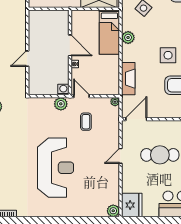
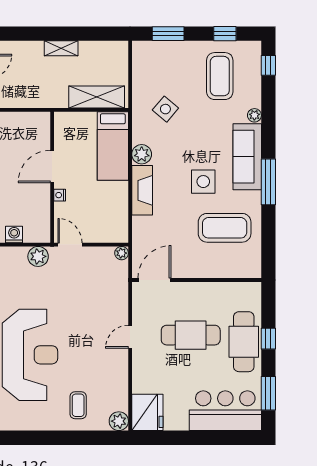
door: (70, 45) -> (52, 167), swing flipped
fireplace: (128, 79) -> (142, 190), moved
washing machine: (63, 90) -> (14, 234), moved
coffee table: (86, 122) -> (78, 405), moved

